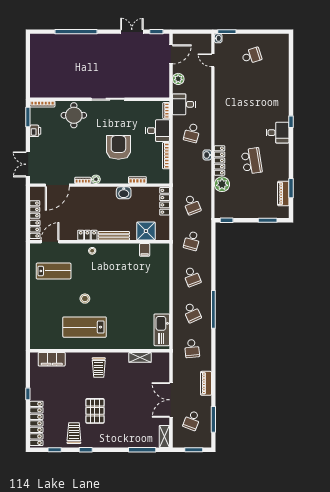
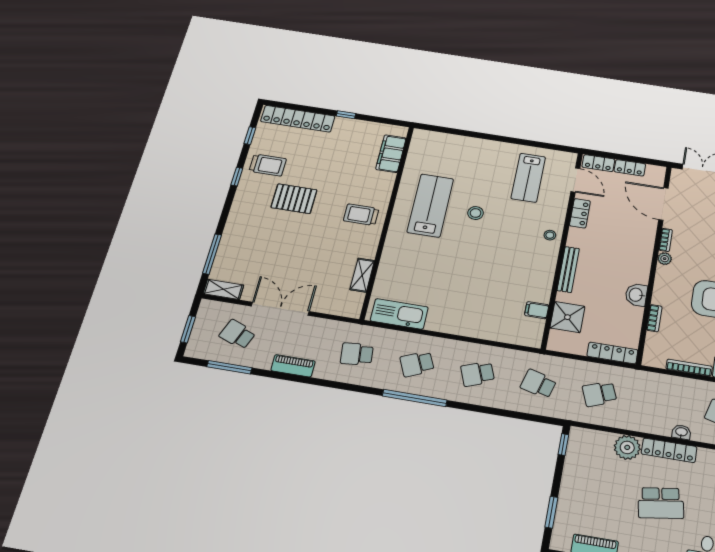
locker: (87, 235) -> (580, 213), moved

